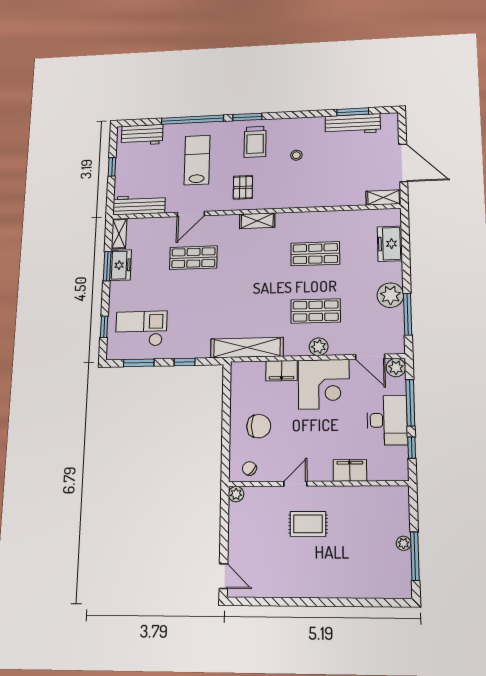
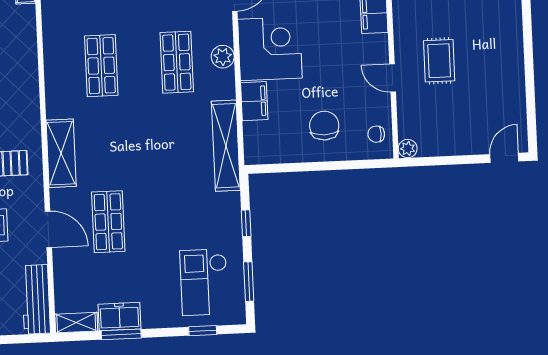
shelving: (257, 221) -> (61, 153), width x1.50, depth x1.33
chair: (249, 468) -> (376, 134), turned 50

